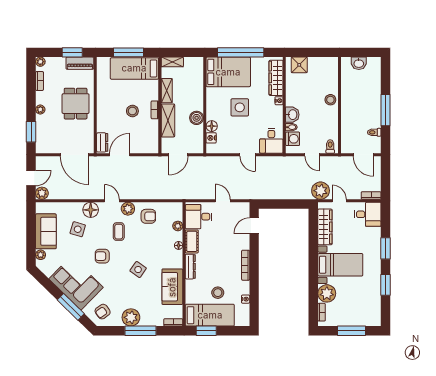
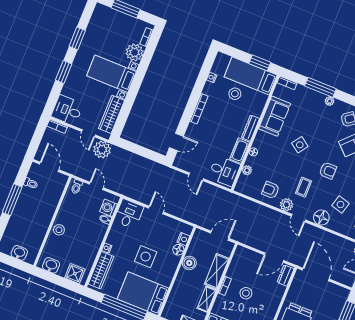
washbasin: (292, 115) -> (51, 265), moved, turned 90
plant: (131, 317) -> (330, 101), width x0.53, depth x0.53

